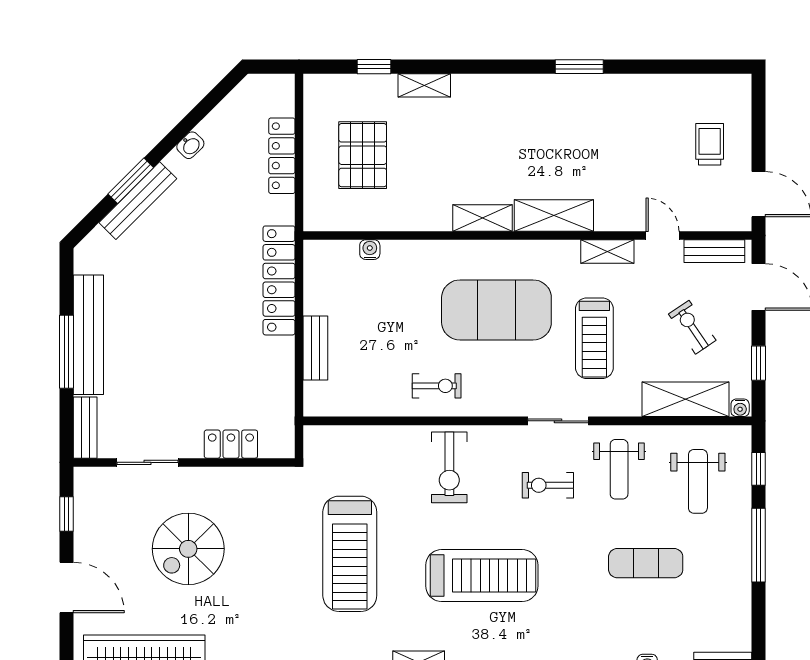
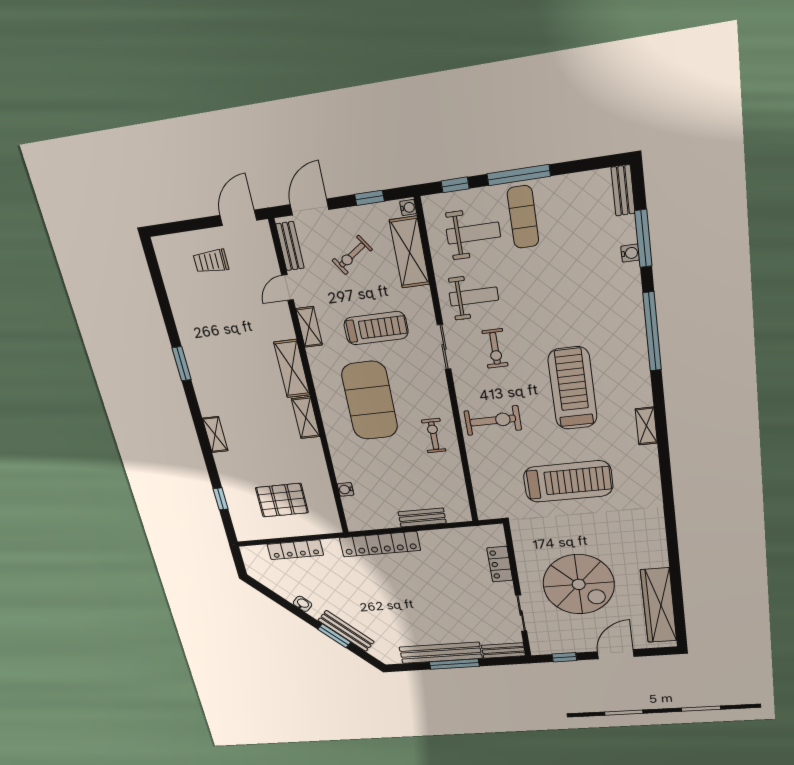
shelving: (424, 85) -> (215, 434), moved
spiral stairs: (188, 549) -> (579, 584), width x1.37, depth x1.37
exercise mat: (646, 563) -> (523, 217), moved

